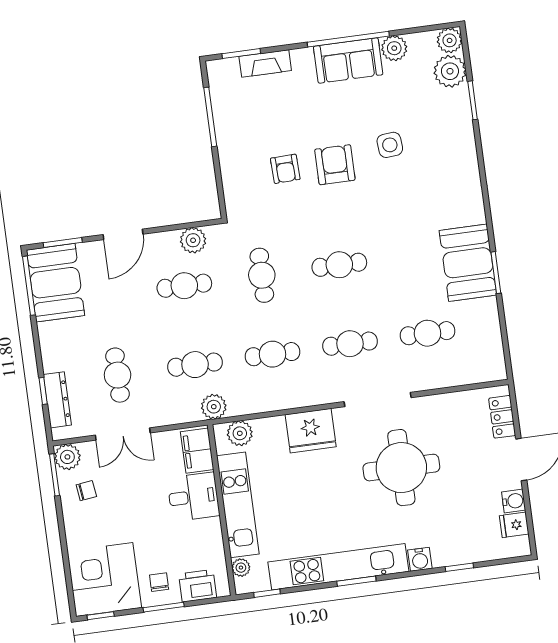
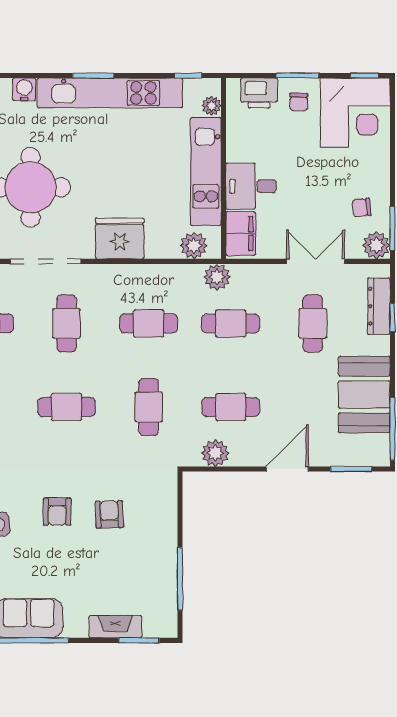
armchair: (335, 165) -> (57, 512), width x0.72, depth x0.72
booth: (56, 283) -> (364, 394), moved
cafe table: (350, 344) -> (67, 323), turned 90

